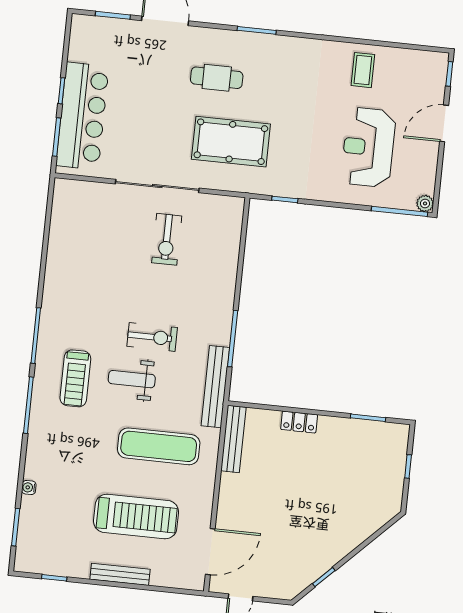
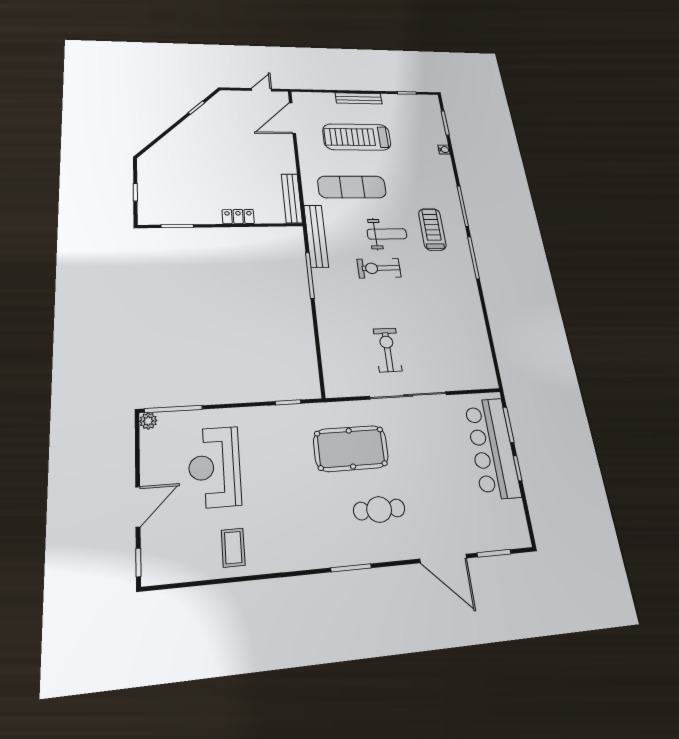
reception desk: (368, 147) -> (214, 467), turned 180

